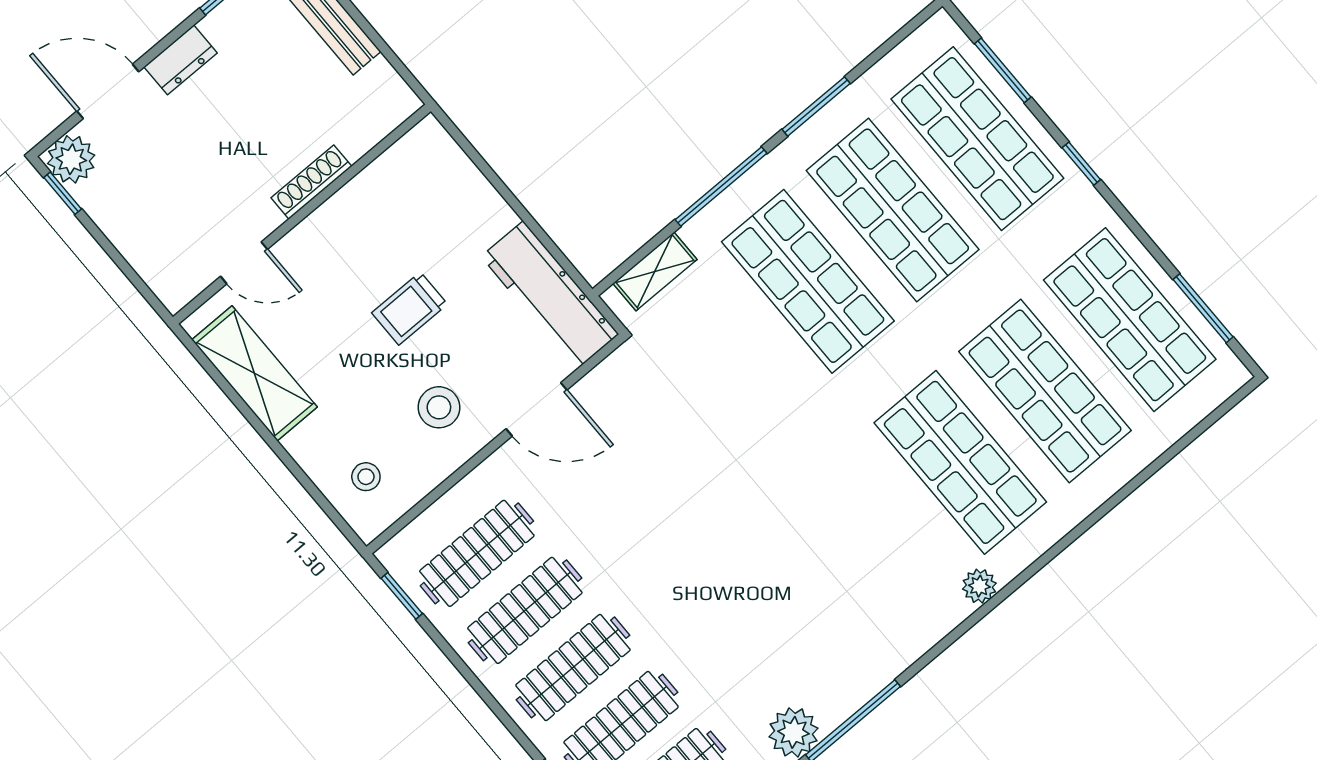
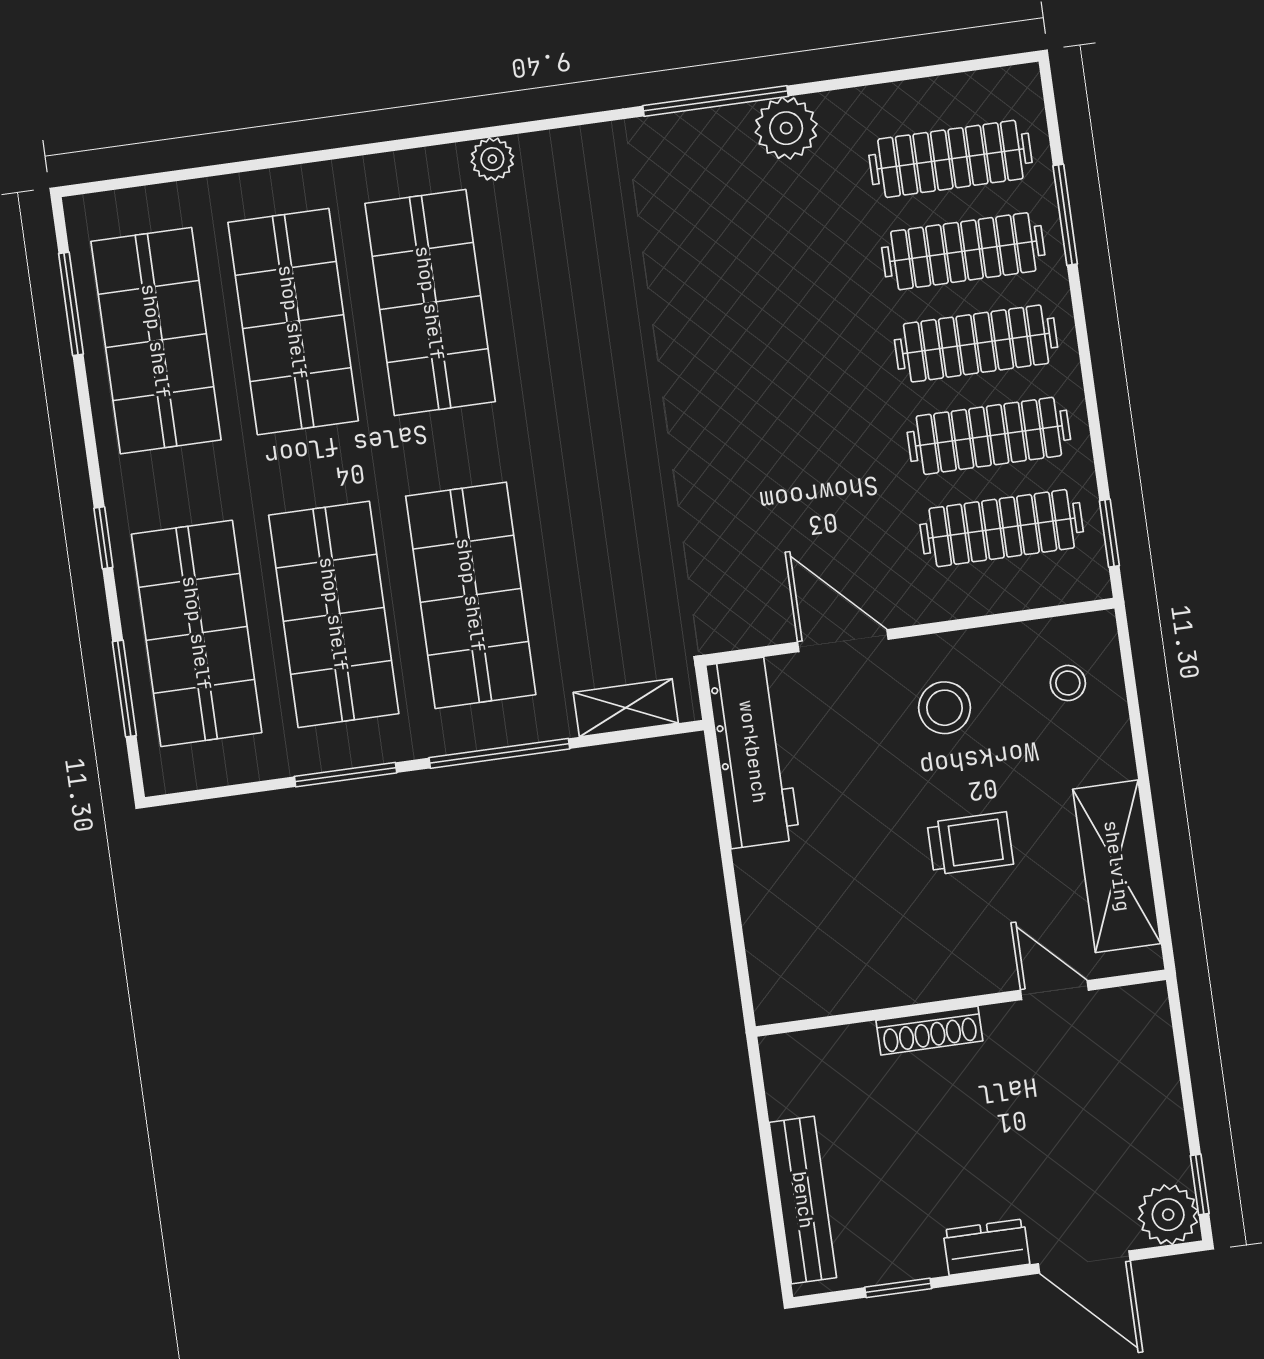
trolley: (410, 308) -> (970, 843), moved

